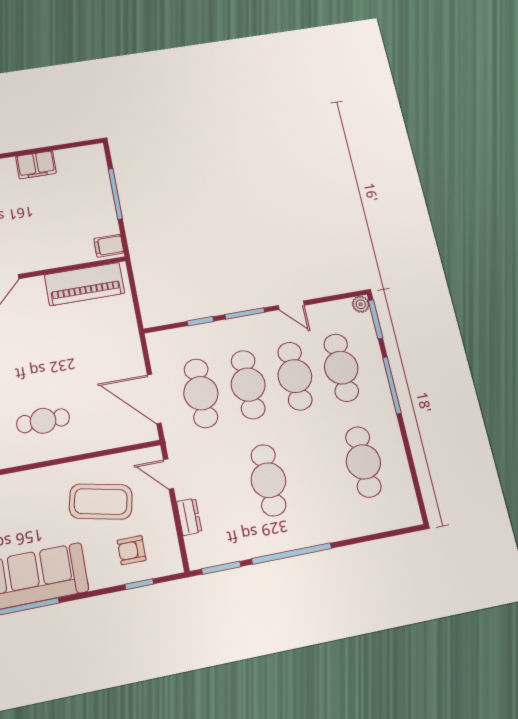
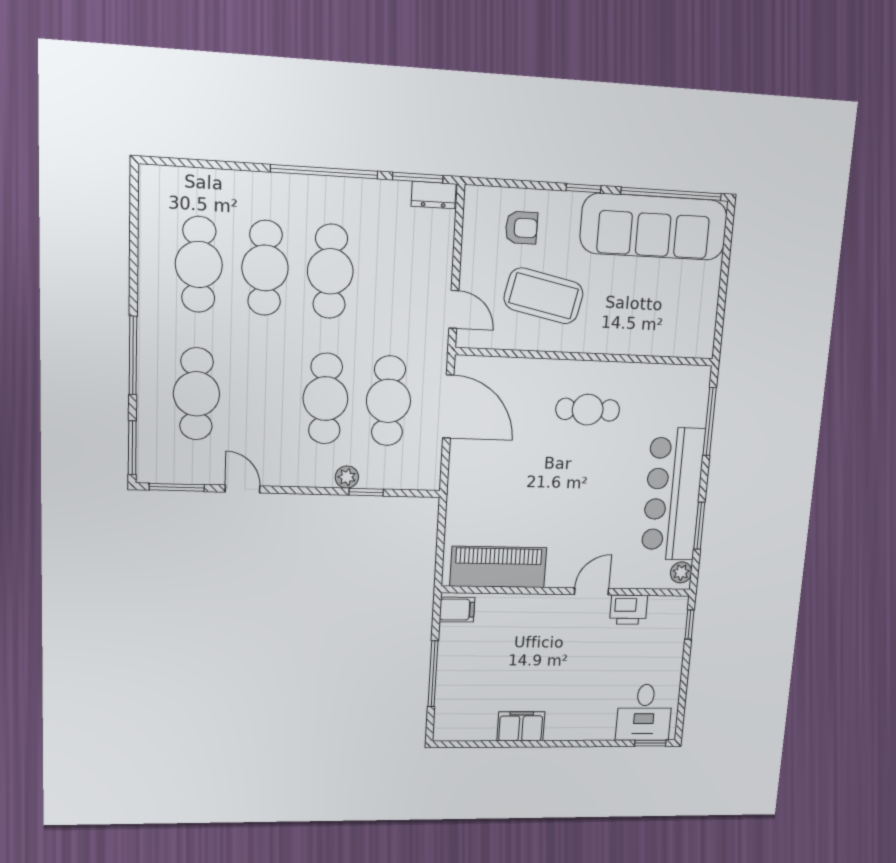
plant: (361, 304) -> (347, 477), moved
window: (245, 313) -> (177, 487), moved
cafe table: (295, 376) -> (265, 268), moved
dresser: (189, 517) -> (434, 195), moved, turned -90
window: (139, 584) -> (583, 188), moved

